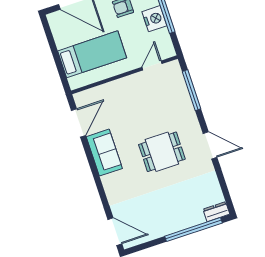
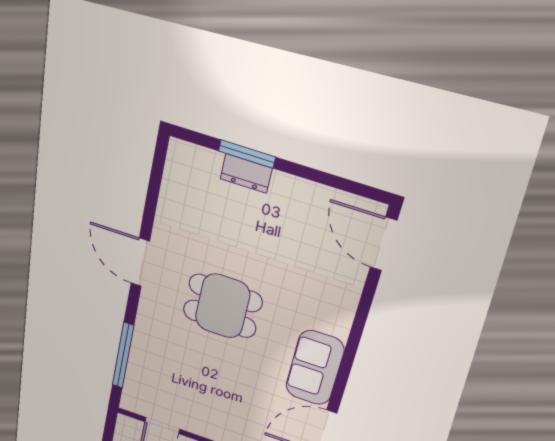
dresser: (216, 212) -> (246, 174), moved
window: (193, 230) -> (247, 154), width x0.47

